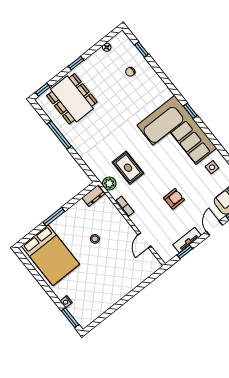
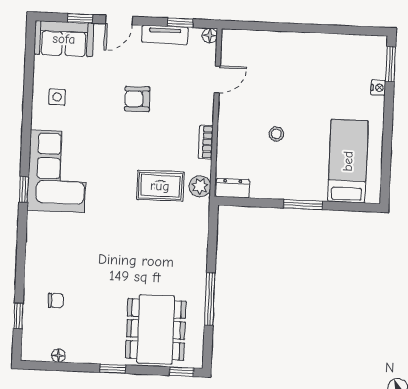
corner sofa: (177, 137) -> (57, 171), width x0.73, depth x0.74
rug: (128, 168) -> (160, 186), turned 90
bed: (50, 255) -> (348, 161), width x0.67
floor lamp: (166, 258) -> (210, 35), added

